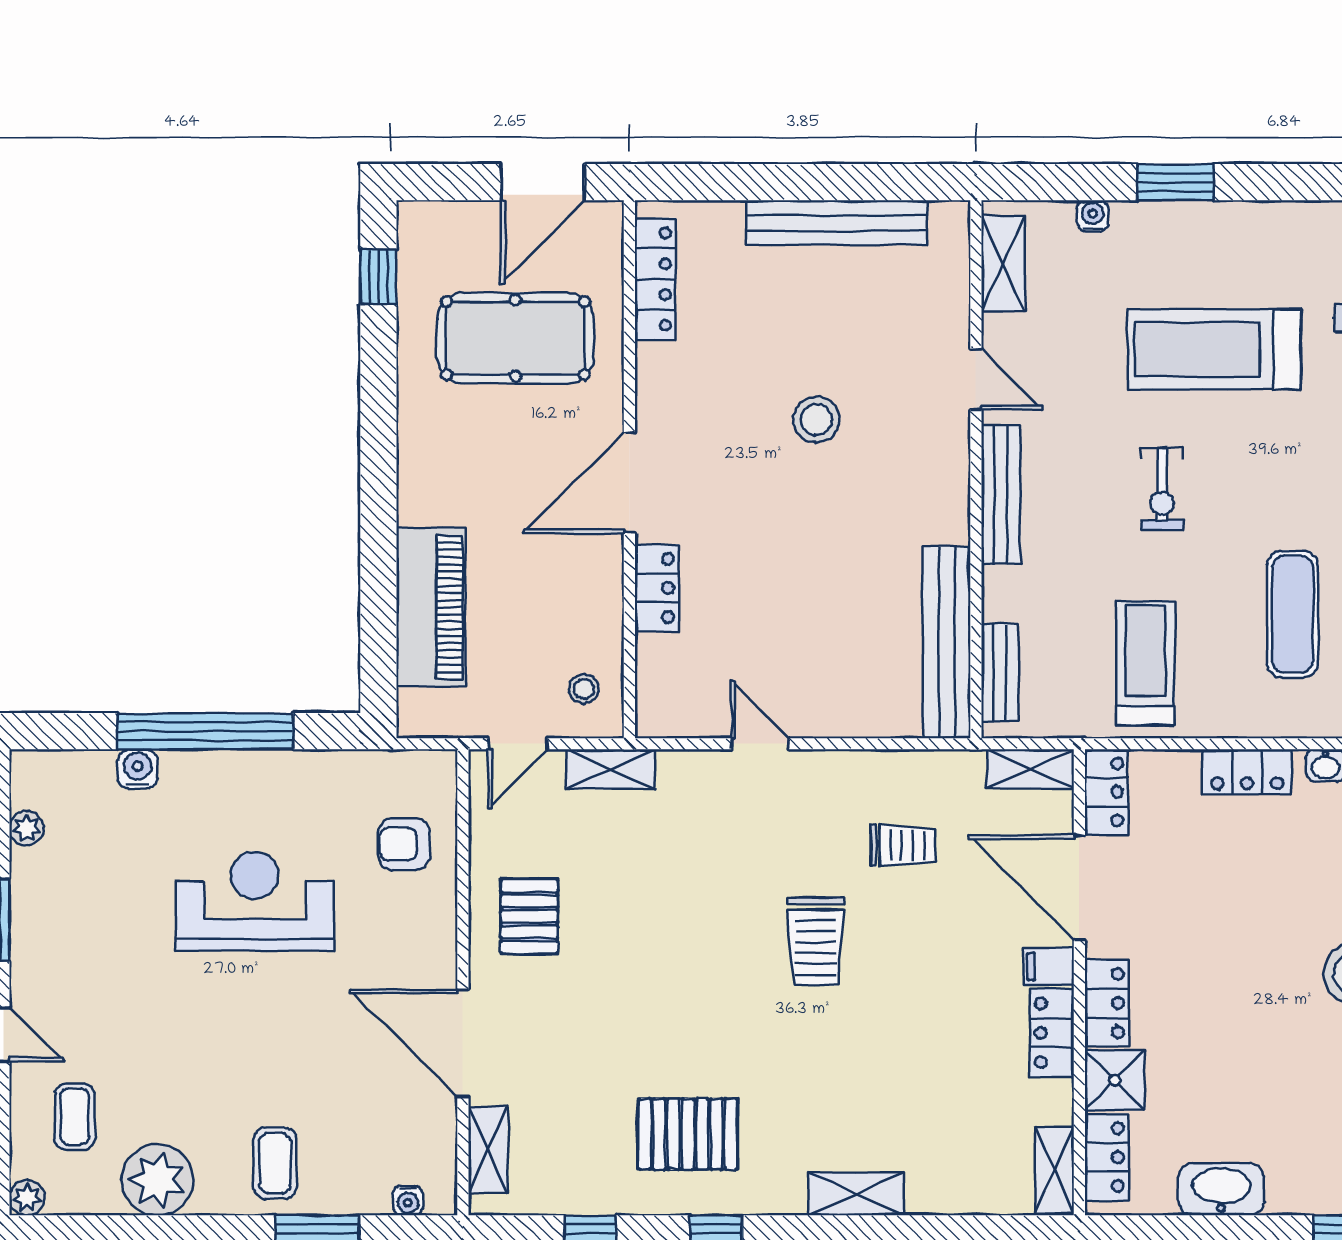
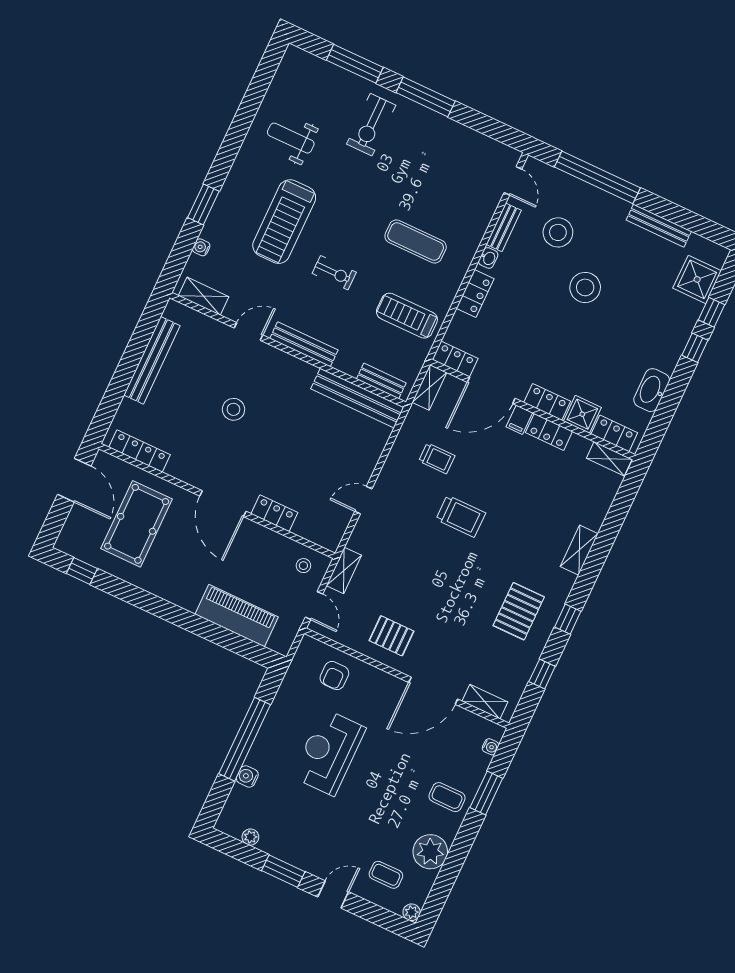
trolley: (903, 845) -> (437, 458), turned 90

